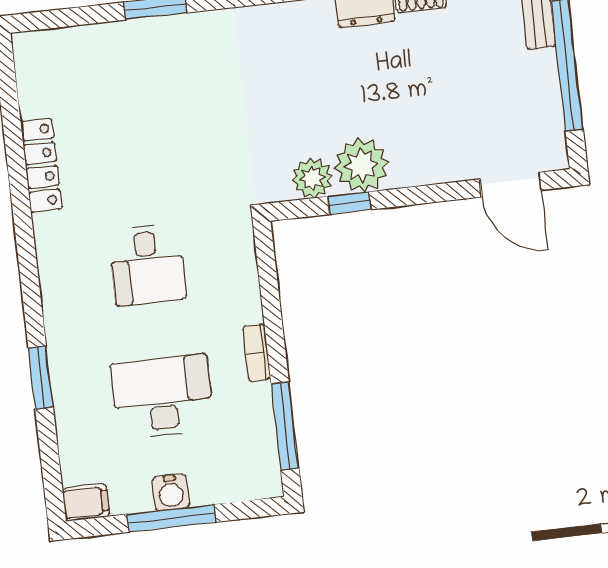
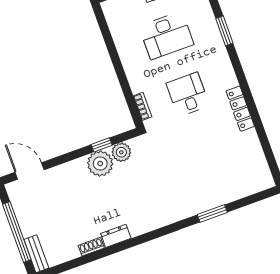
locker: (41, 165) -> (240, 109), moved
bookcase: (257, 353) -> (142, 106), moved
window: (285, 426) -> (107, 35), removed

